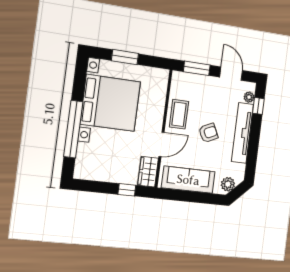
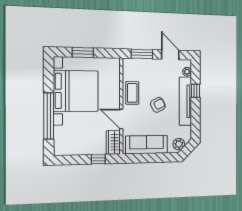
window: (258, 106) -> (195, 91), moved
door: (162, 144) -> (121, 119), swing flipped

